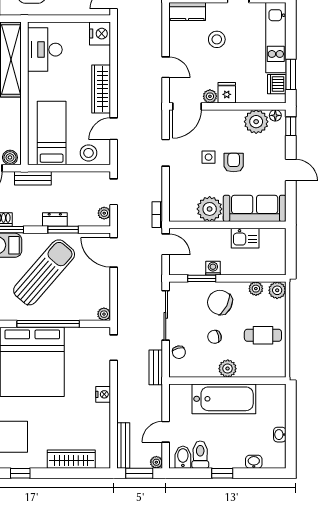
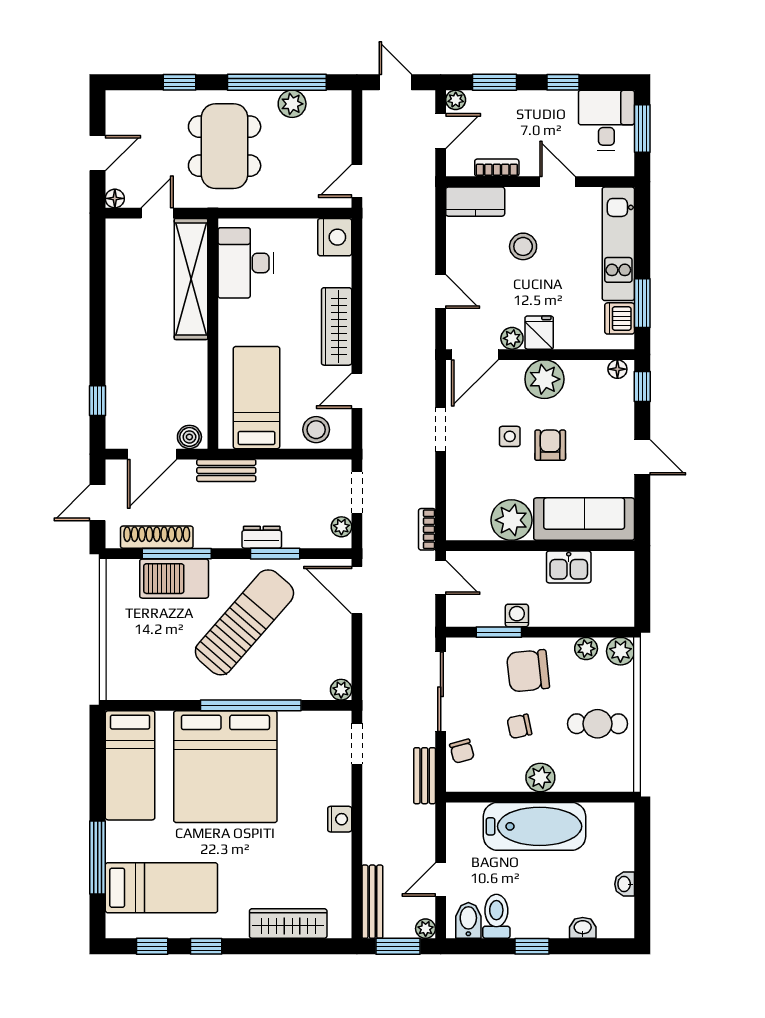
plant: (256, 122) -> (544, 379), moved
chair: (220, 302) -> (528, 671), turned -33

